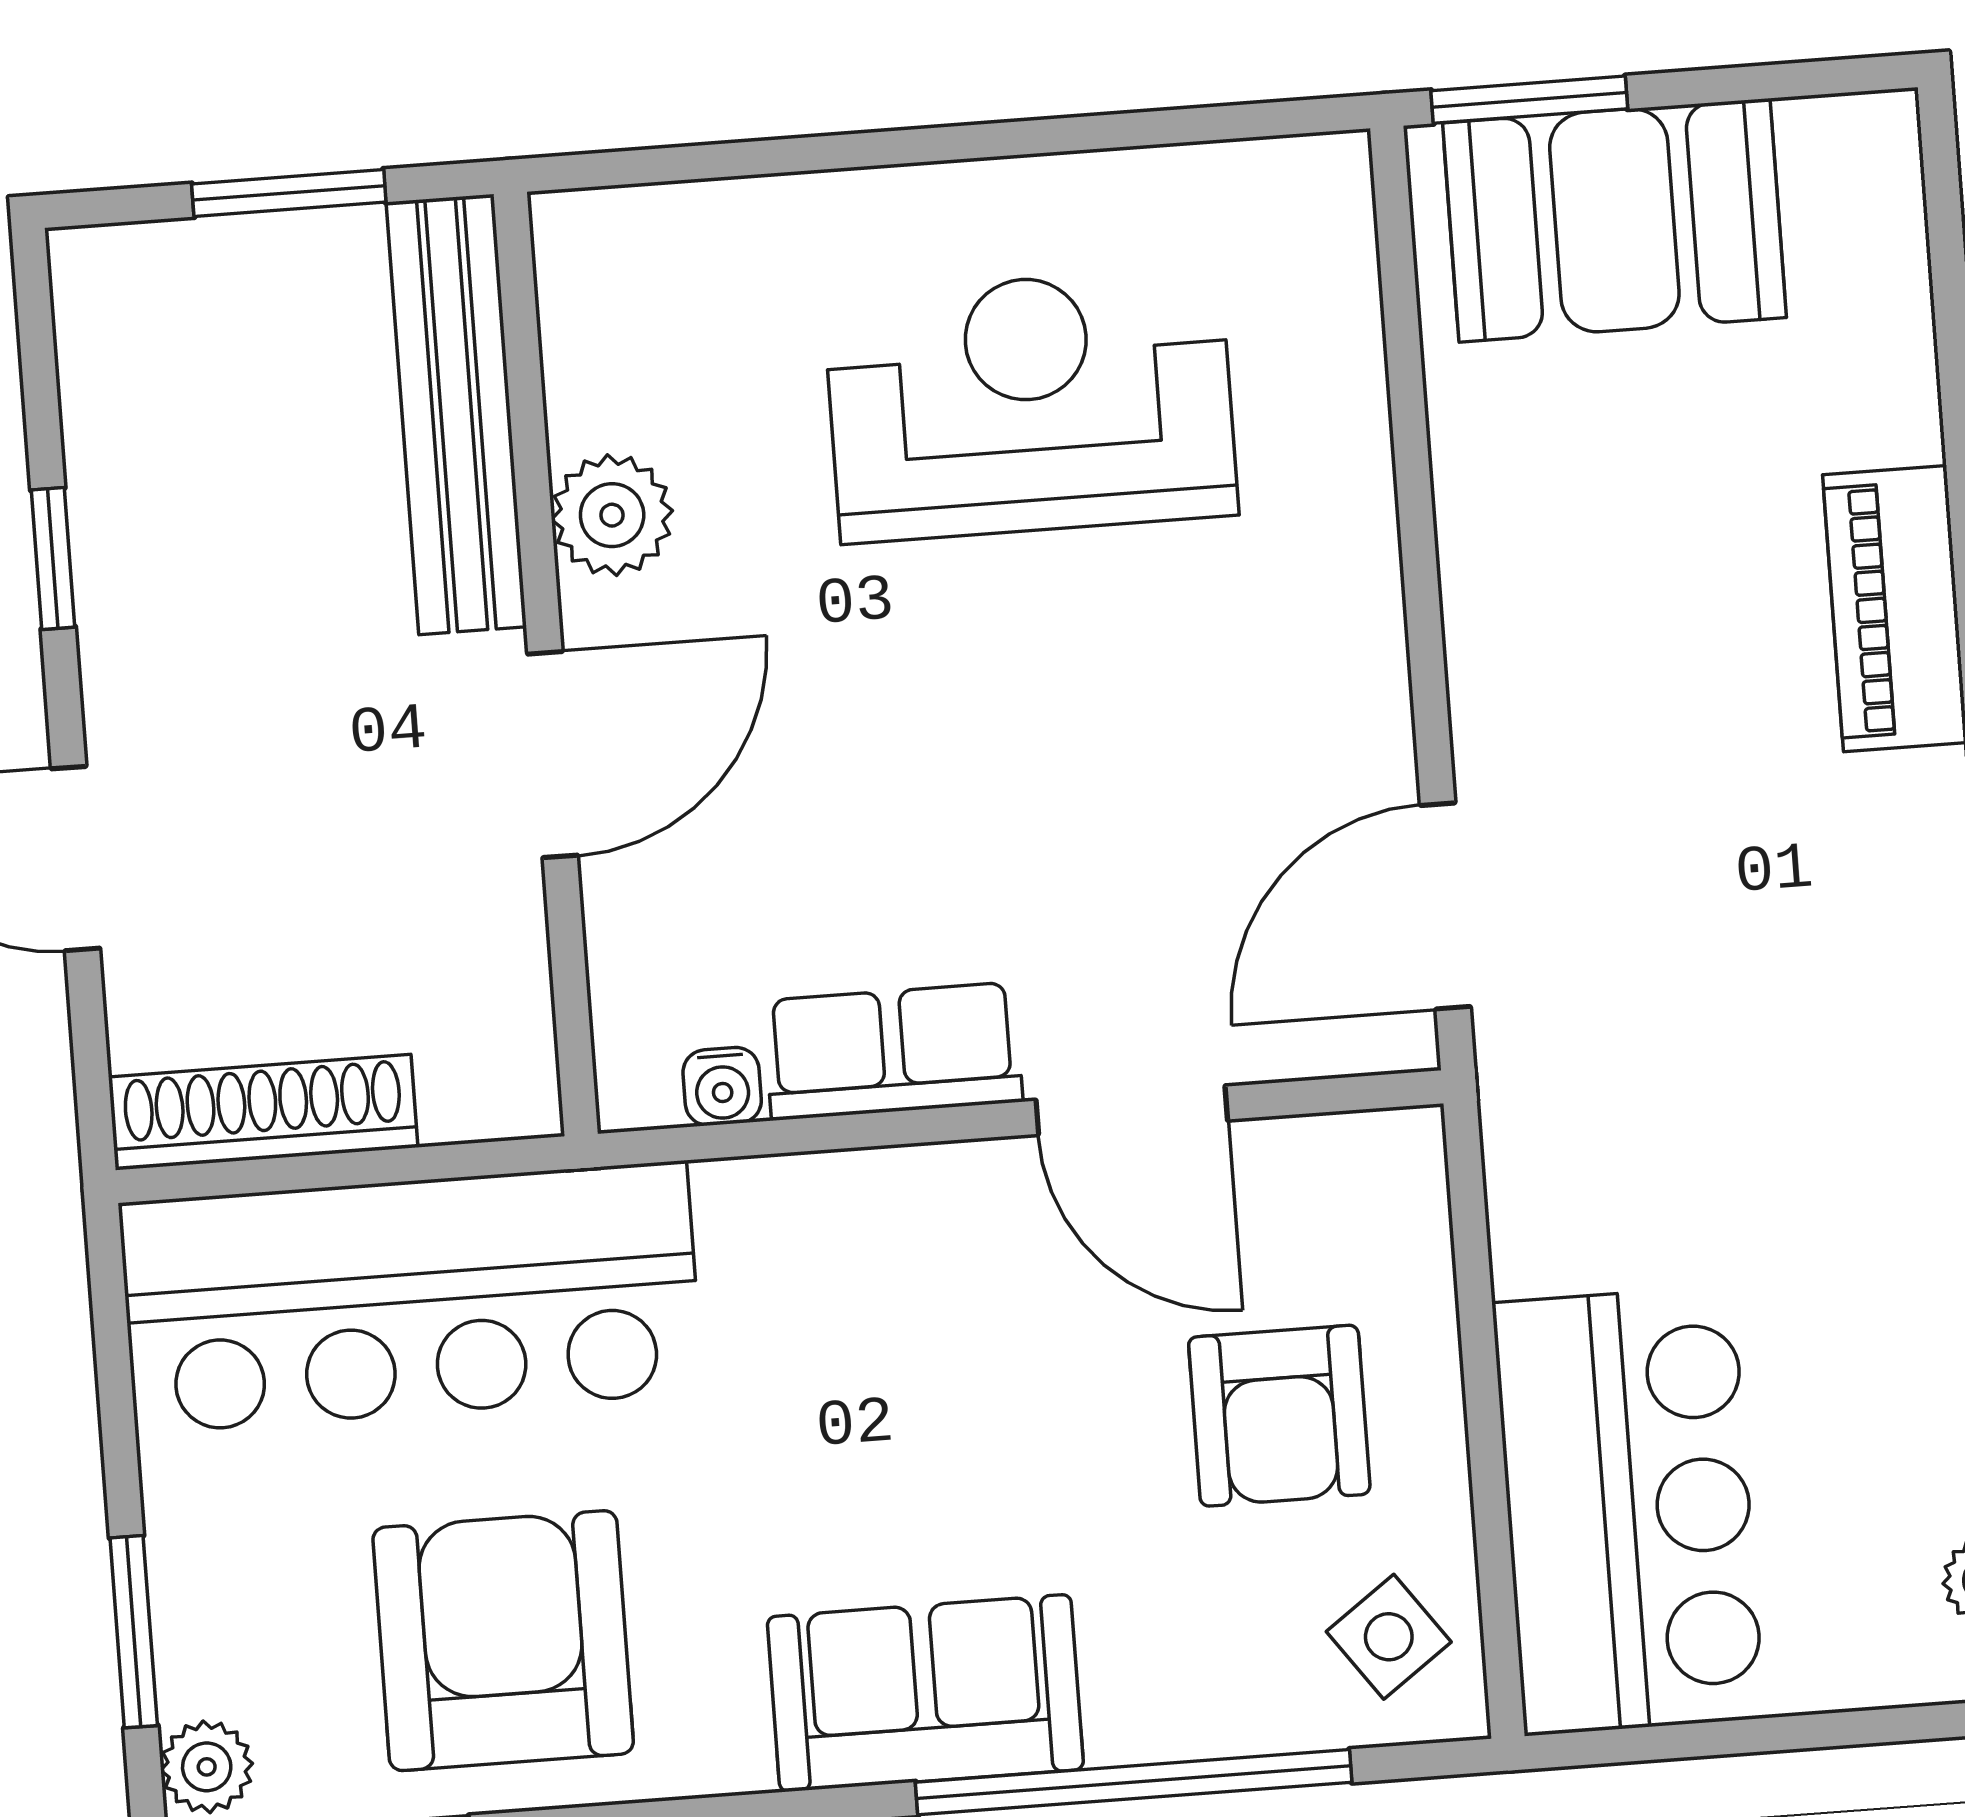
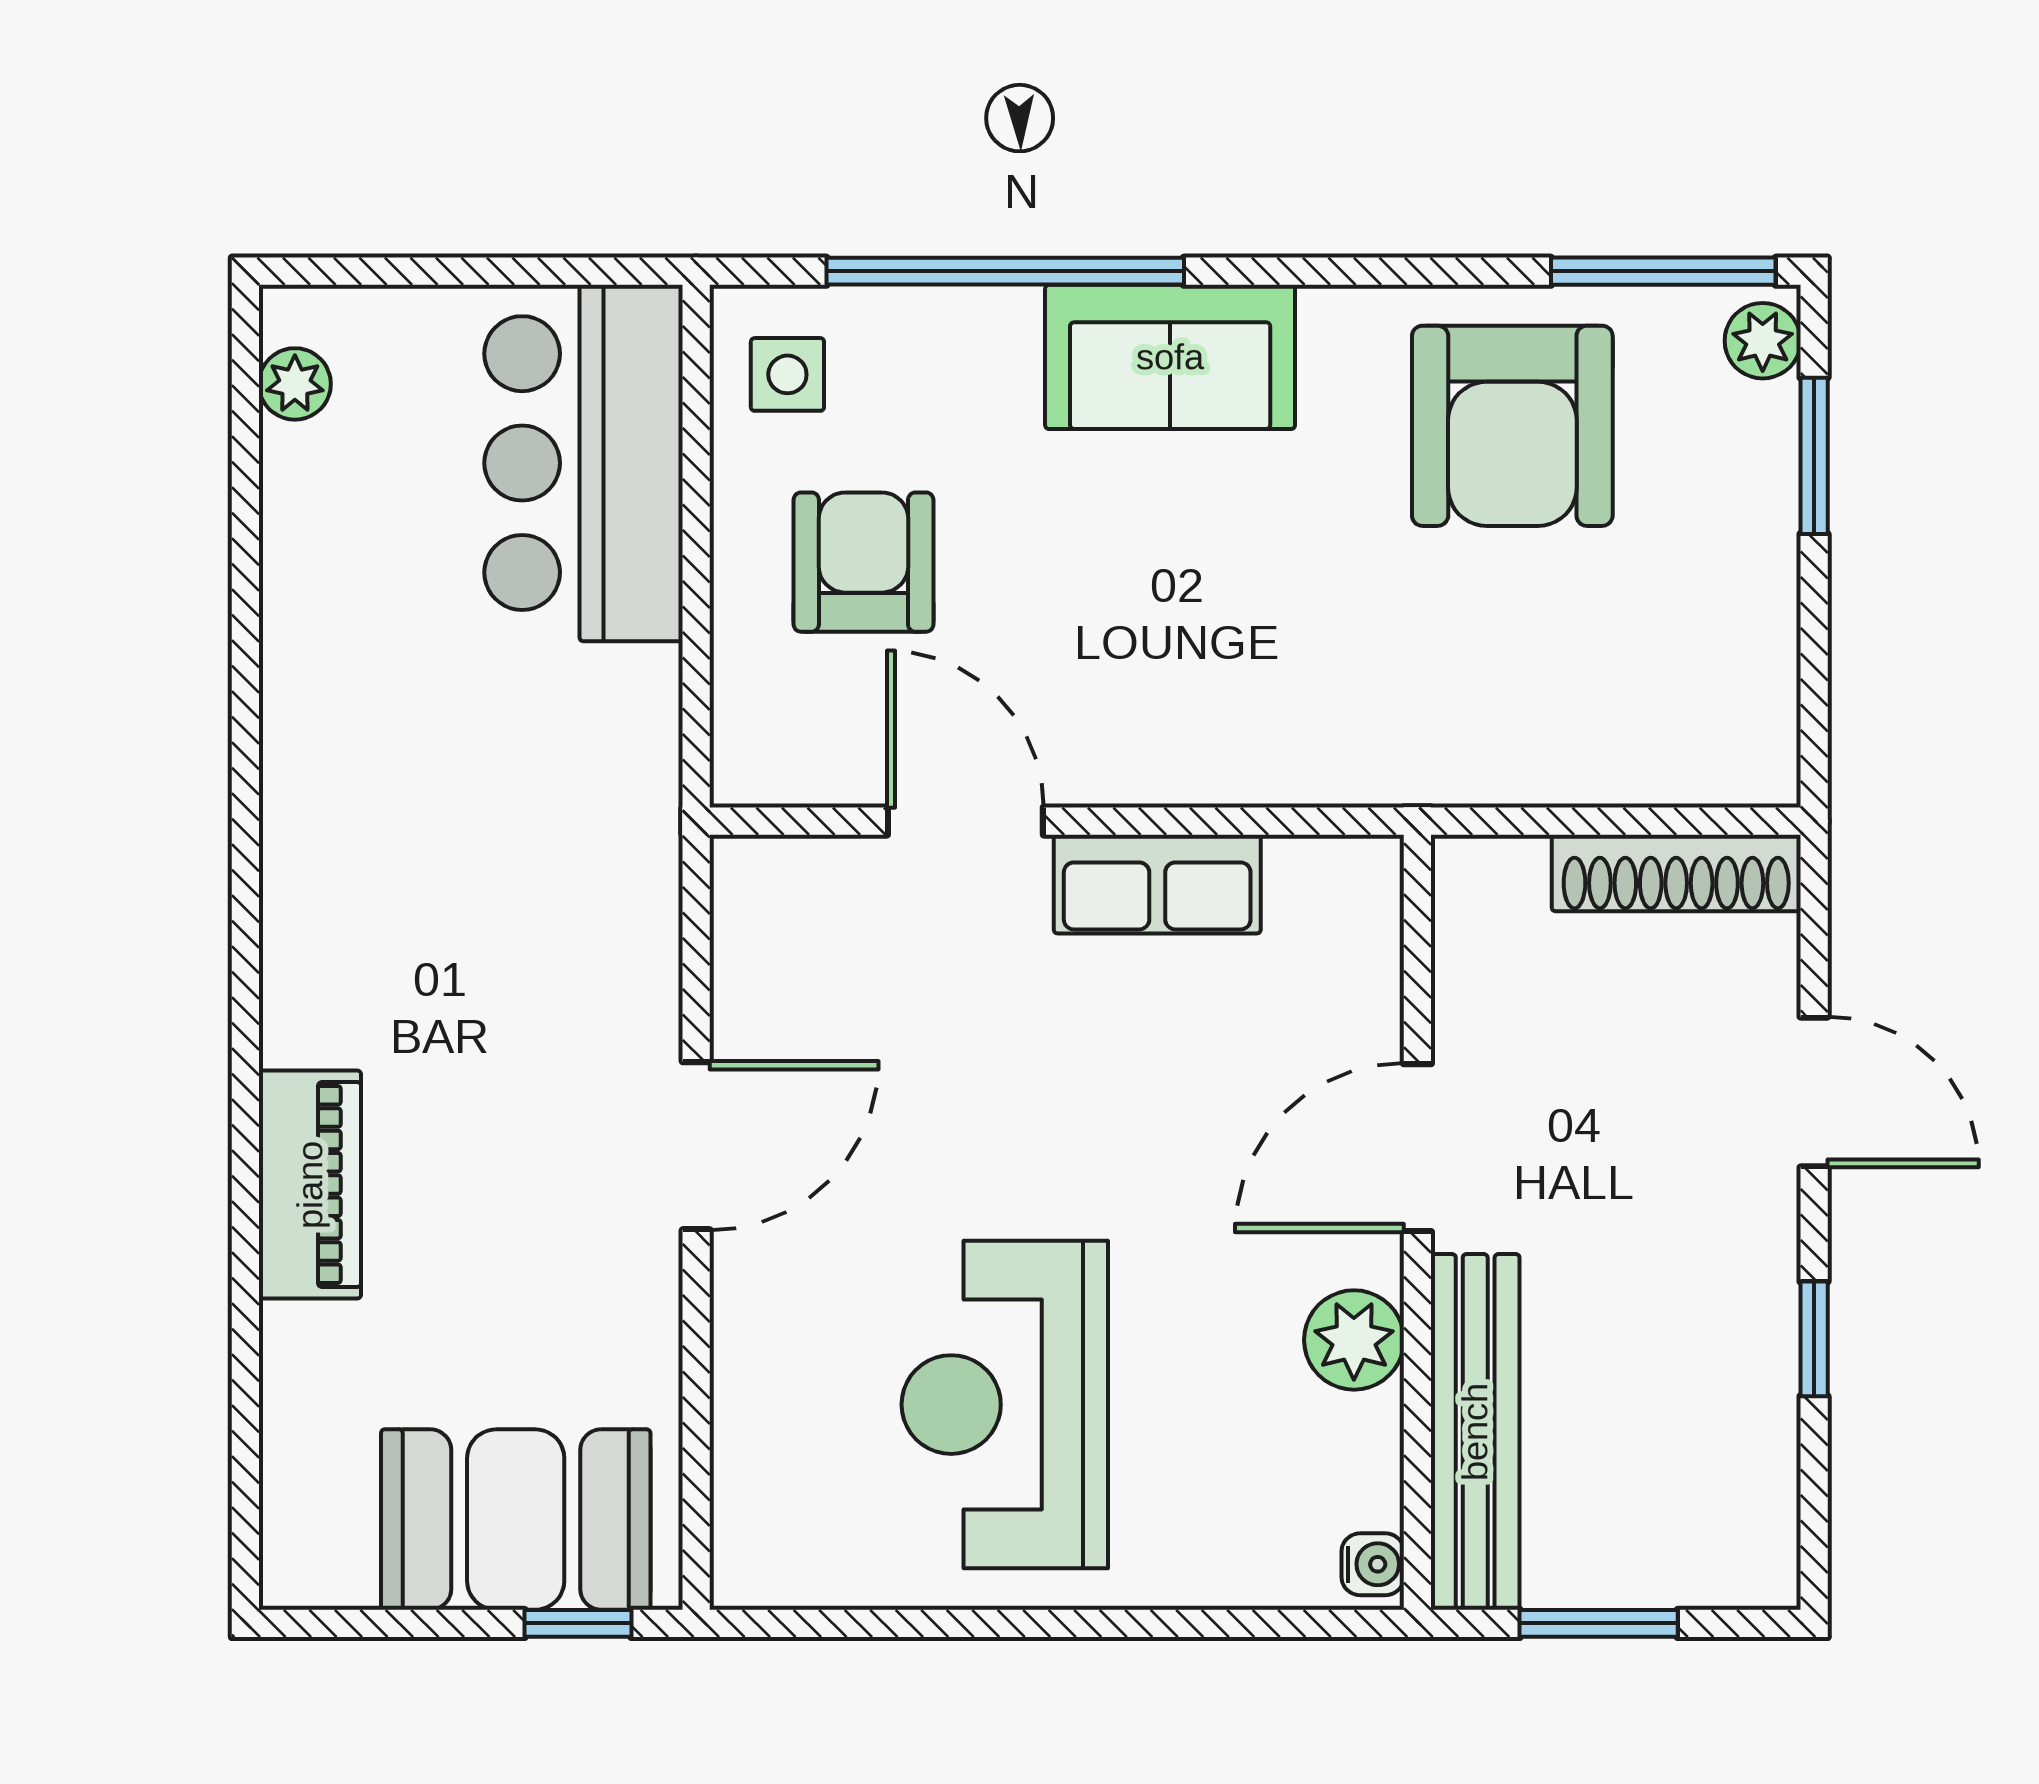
window: (1529, 100) -> (578, 1623), width x0.67
reception desk: (1031, 405) -> (1005, 1405), turned 90
door: (1445, 906) -> (696, 1146), moved
water cooler: (722, 1086) -> (1373, 1564), moved, turned 90
bar counter: (411, 1297) -> (1567, 712), removed
side table: (1389, 1637) -> (787, 374), turned 36

